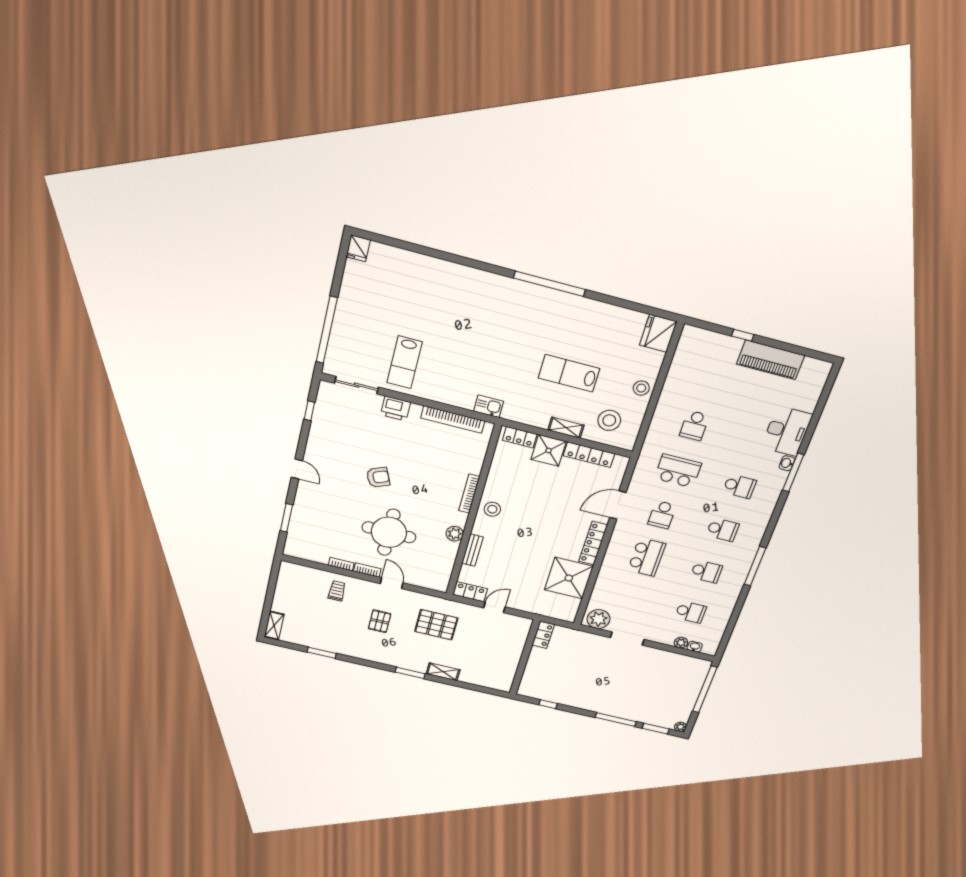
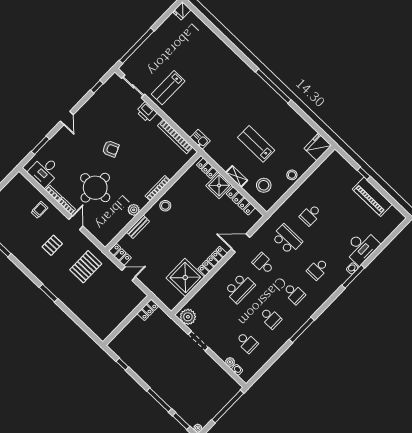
school desk: (739, 486) -> (318, 269), turned 90
school desk: (662, 515) -> (263, 264), turned 90
desk: (313, 545) -> (45, 171), added
pallet: (436, 625) -> (86, 267), turned 90
shelving: (443, 672) -> (70, 303), removed

